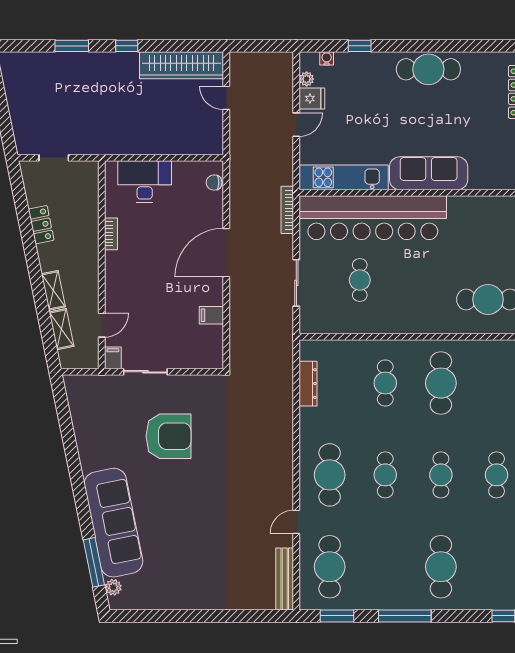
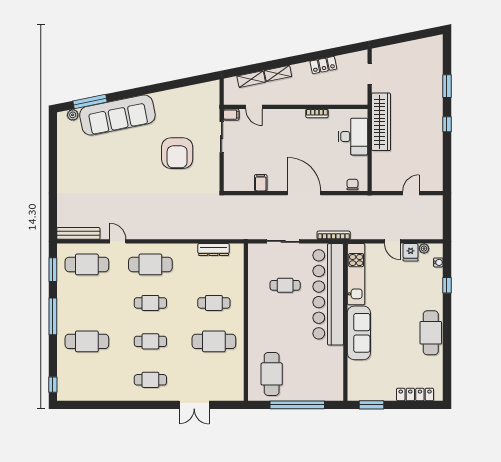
wardrobe: (182, 65) -> (381, 122), moved, turned 180

